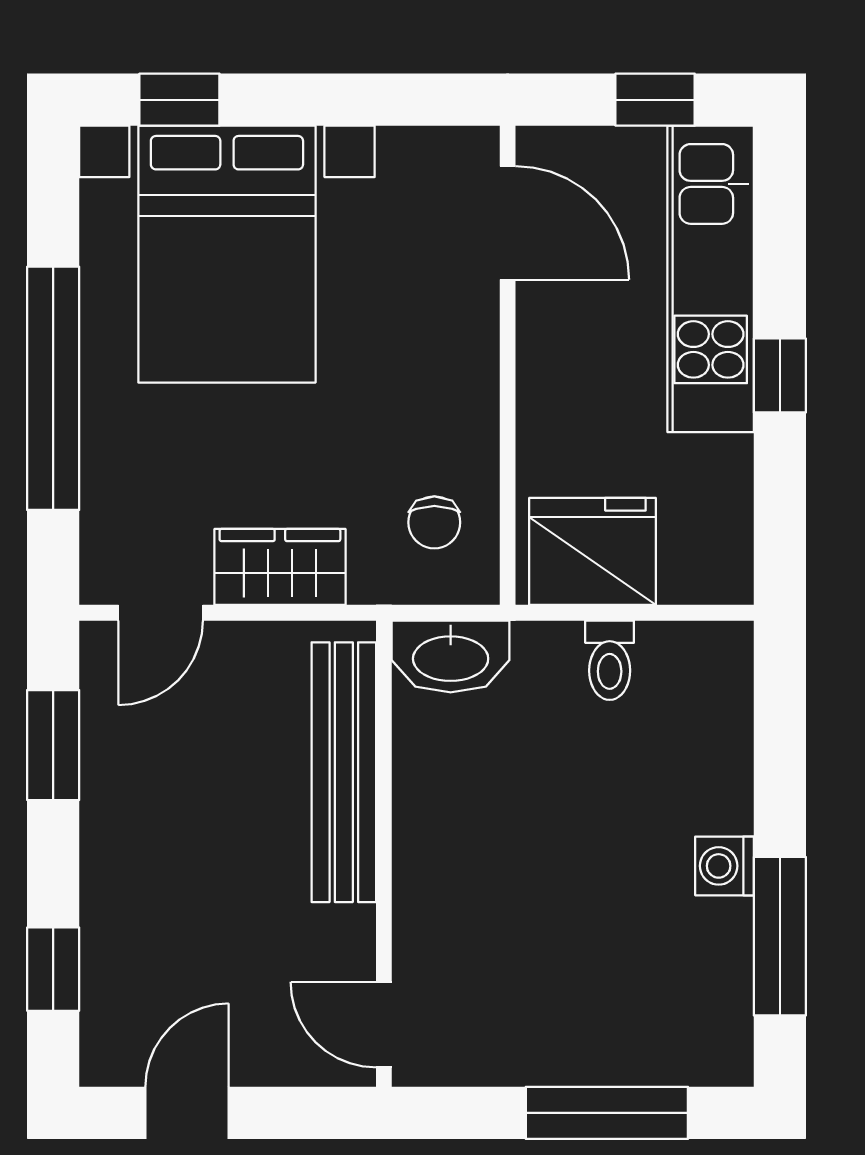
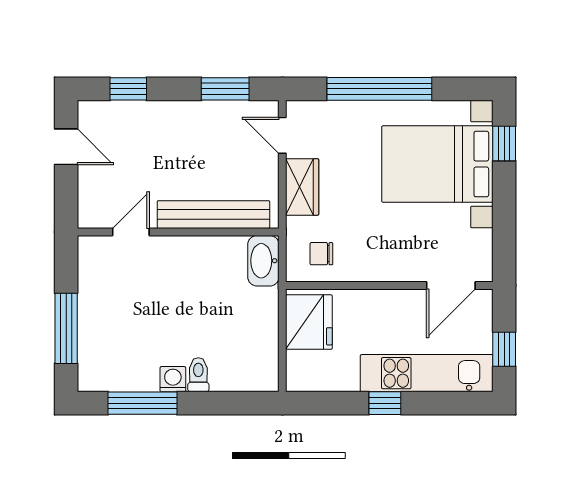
toilet: (610, 660) -> (198, 375), moved, turned 90
door: (384, 1025) -> (131, 232), moved

